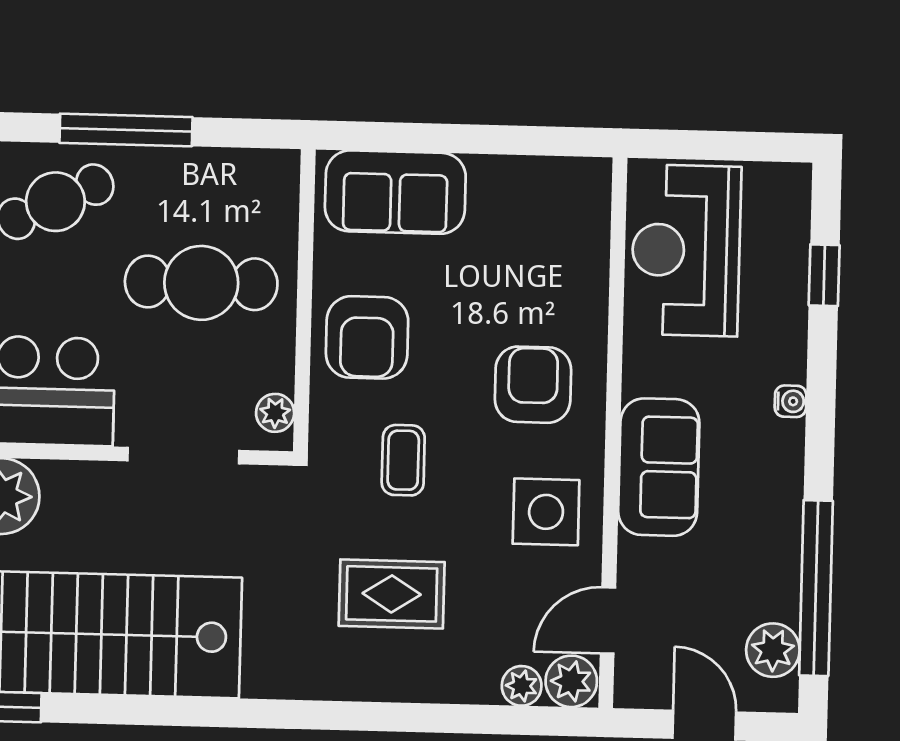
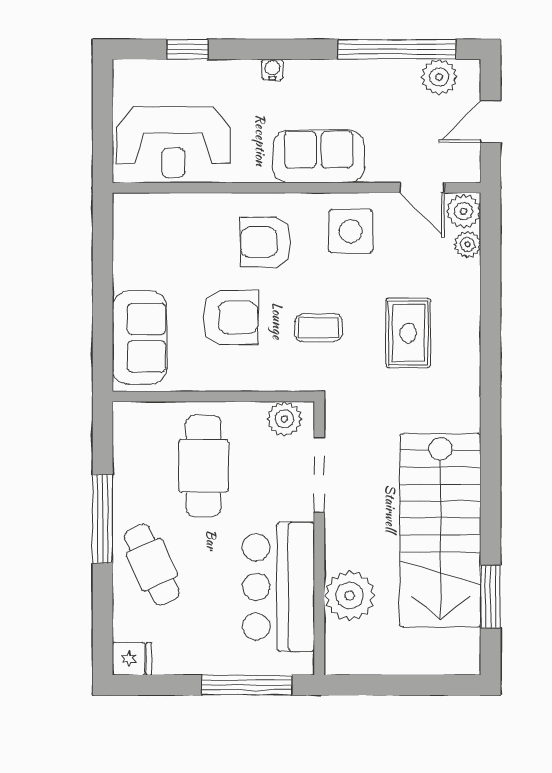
armchair: (367, 337) -> (231, 317), moved
plant: (275, 413) -> (284, 419), width x1.38, depth x1.38

